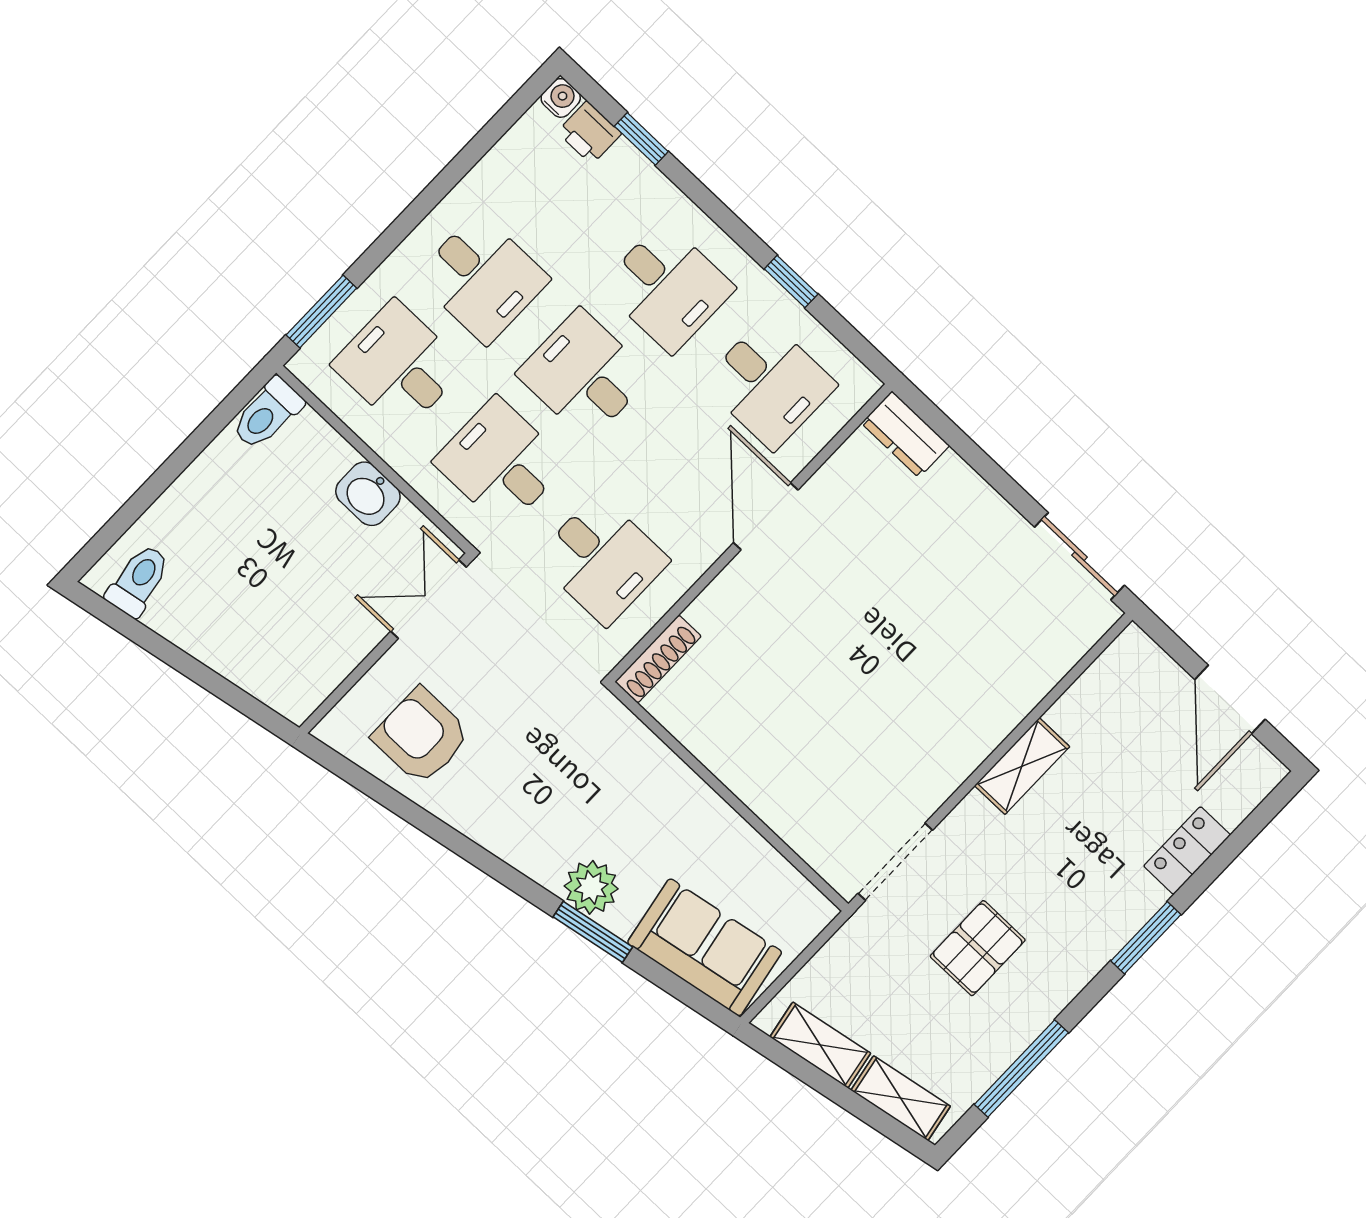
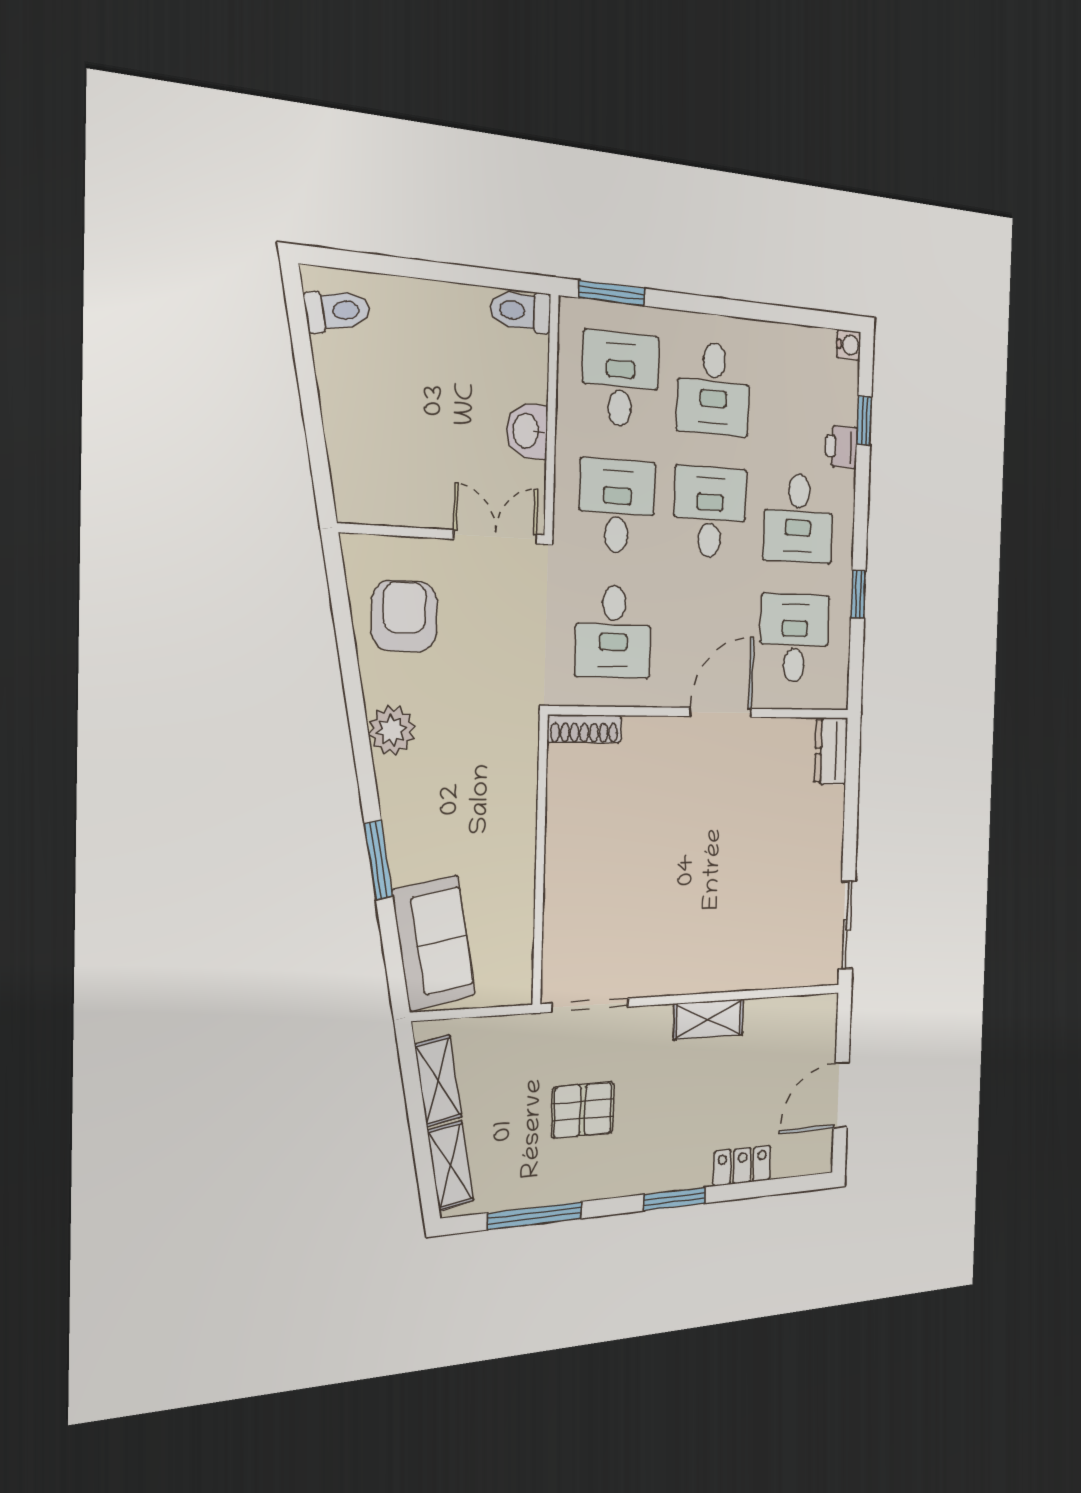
printer: (589, 133) -> (841, 447), moved
desk: (769, 384) -> (794, 638), turned 180
plant: (591, 887) -> (392, 730), moved

